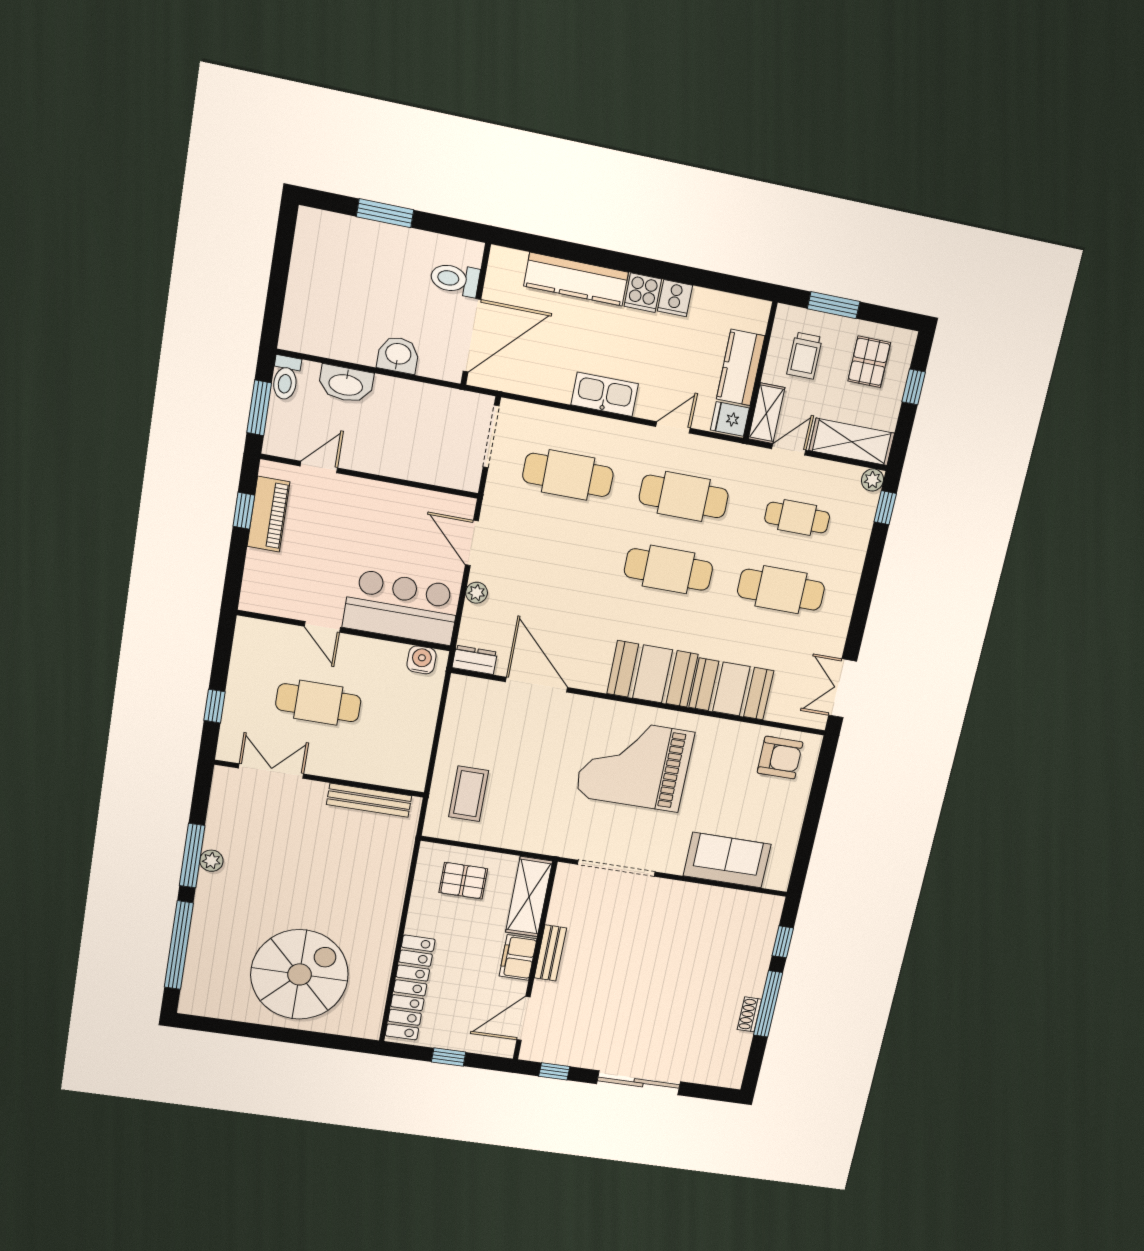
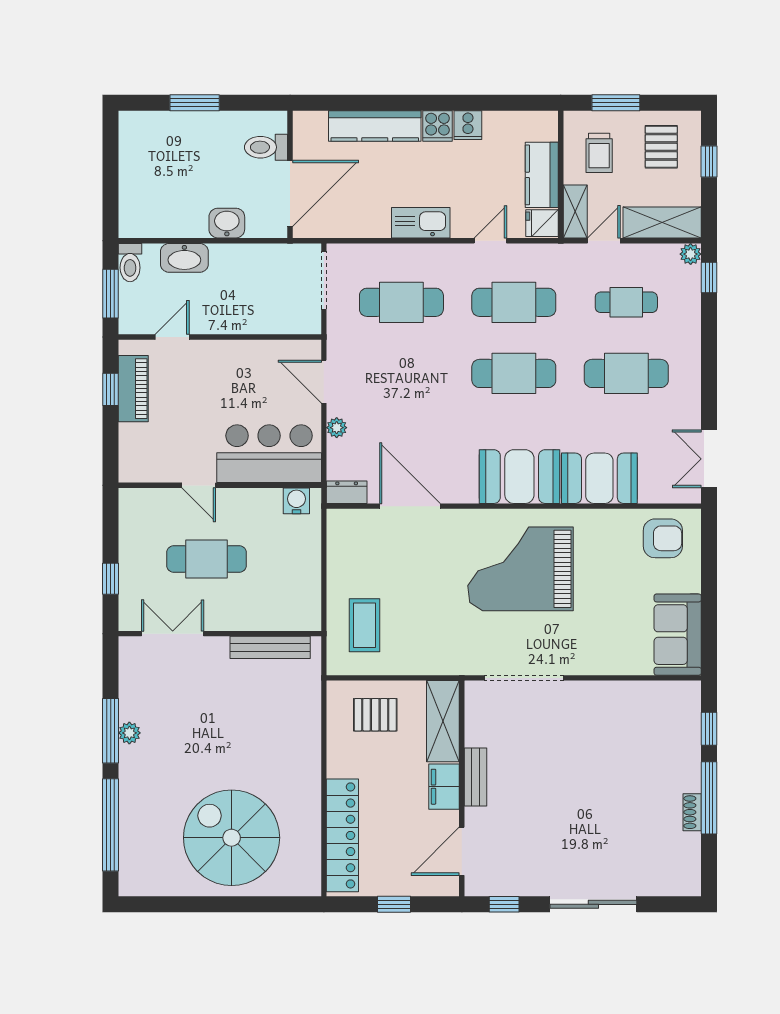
sofa: (727, 860) -> (678, 635), moved, turned -90
spiral stairs: (300, 974) -> (232, 838), turned -90

